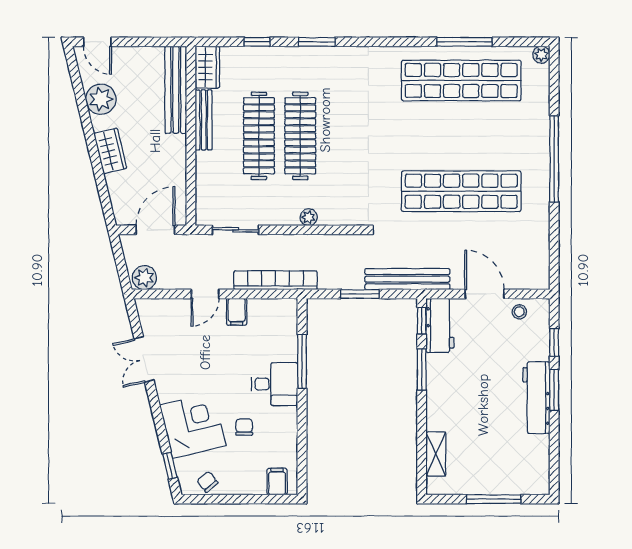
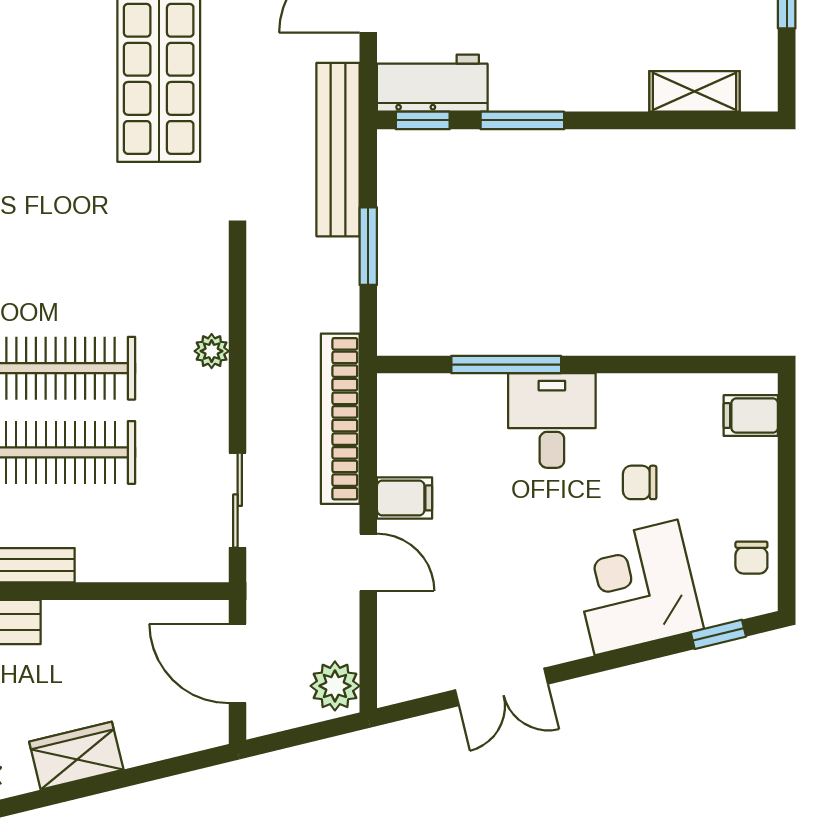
chair: (207, 482) -> (751, 558), turned -50

